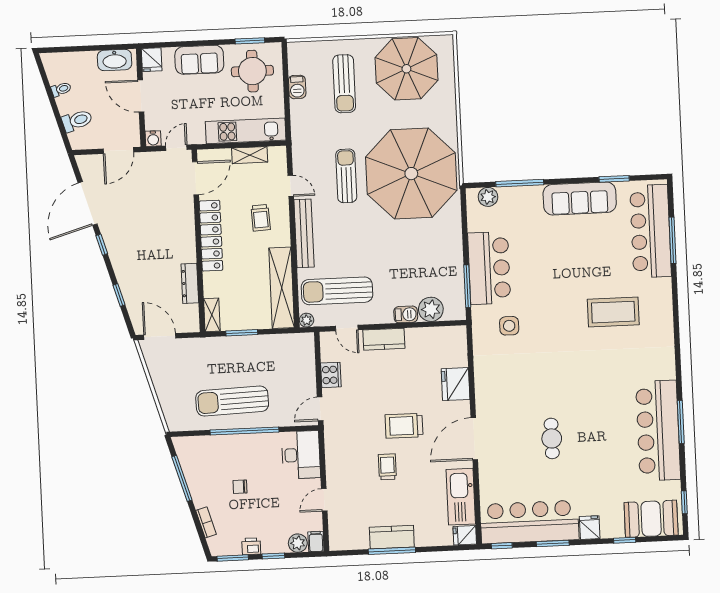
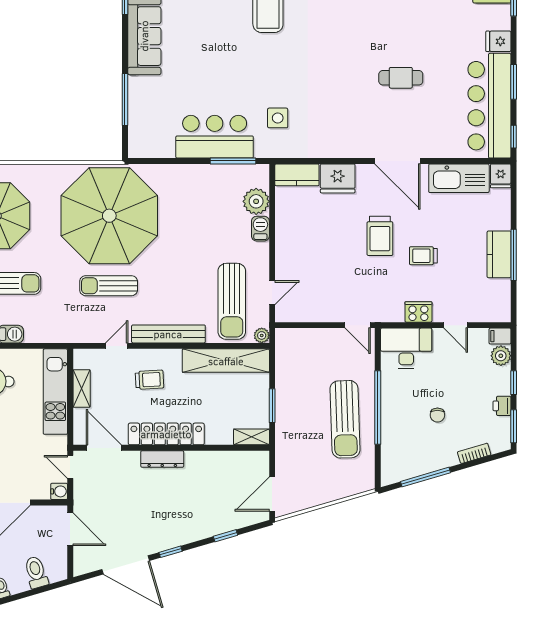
plant: (488, 197) -> (138, 134), removed
dresser: (190, 283) -> (162, 459), moved
kitchen counter: (384, 339) -> (297, 175), moved, turned 90
cooker: (331, 375) -> (418, 312), moved

